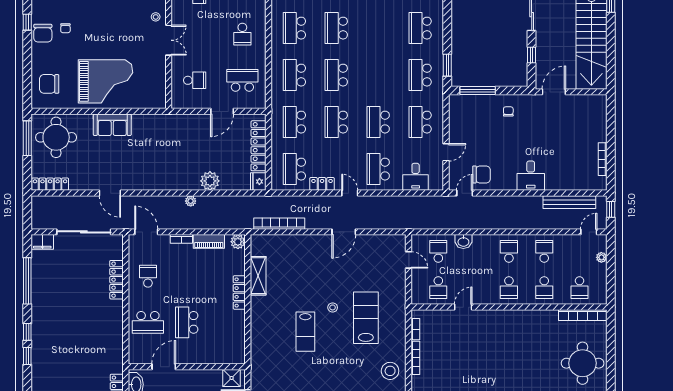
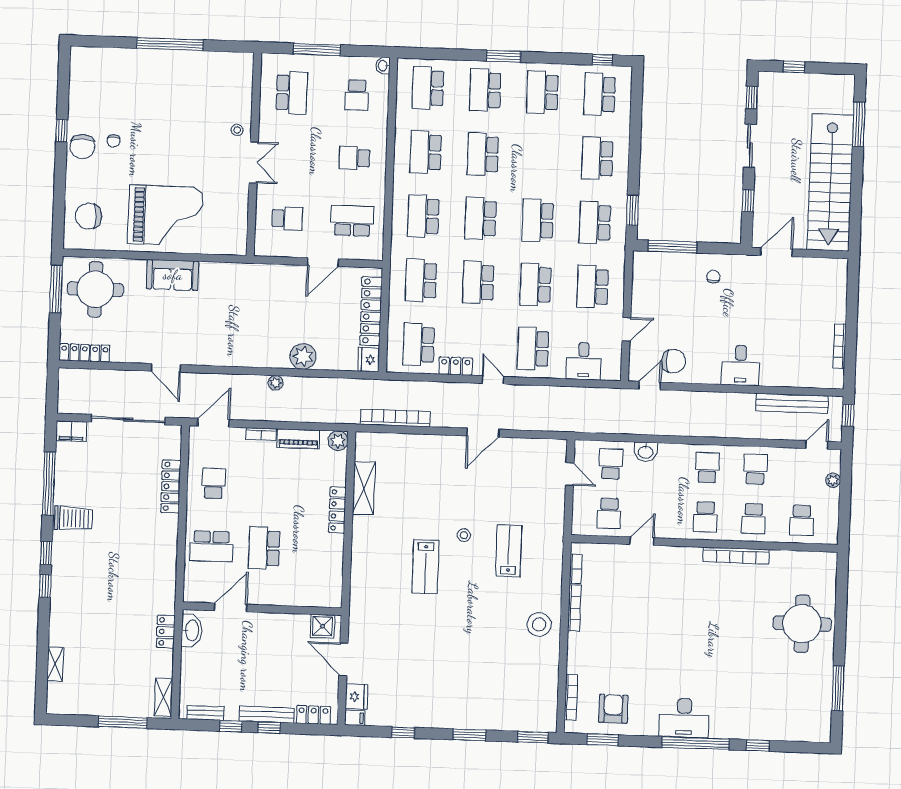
school desk: (242, 34) -> (354, 158), turned 90
school desk: (378, 75) -> (538, 220), added
door: (146, 232) -> (213, 423), hinge flipped
trolley: (46, 306) -> (73, 518), added
bookcase: (583, 315) -> (736, 556), moved
lab bench: (366, 318) -> (509, 551), width x0.73, depth x0.72

